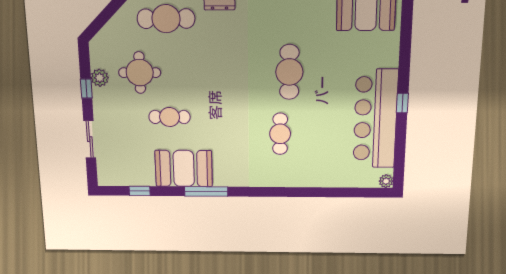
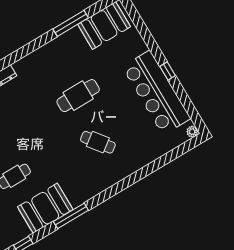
cafe table: (289, 72) -> (78, 96), turned 90
cafe table: (280, 134) -> (98, 142), turned -37

